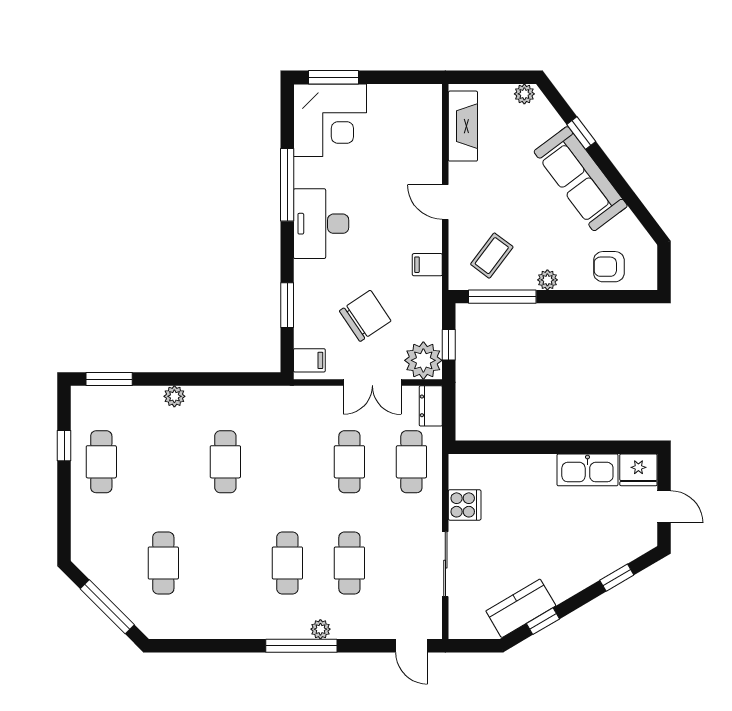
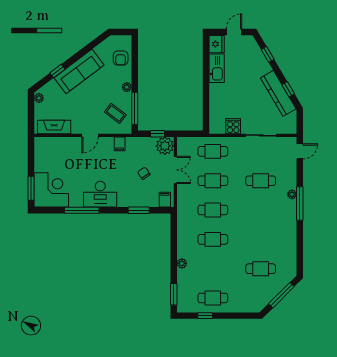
chair: (365, 316) -> (144, 173), width x0.54, depth x0.54
dresser: (431, 406) -> (186, 142), removed
cafe table: (287, 563) -> (213, 210), moved
kitchen counter: (521, 608) -> (278, 93), width x1.50

